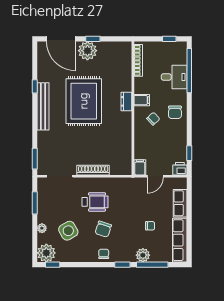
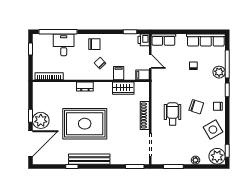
filing cabinet: (142, 100) -> (119, 73), moved
wardrobe: (124, 145) -> (123, 88), added
row of seats: (180, 203) -> (163, 40), moved
side table: (68, 231) -> (213, 130), moved

